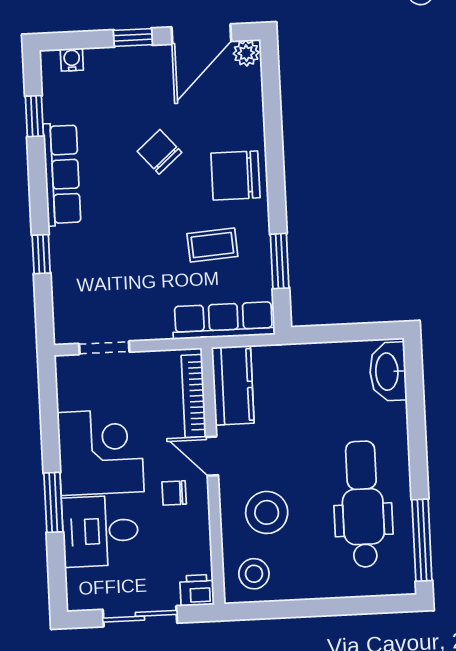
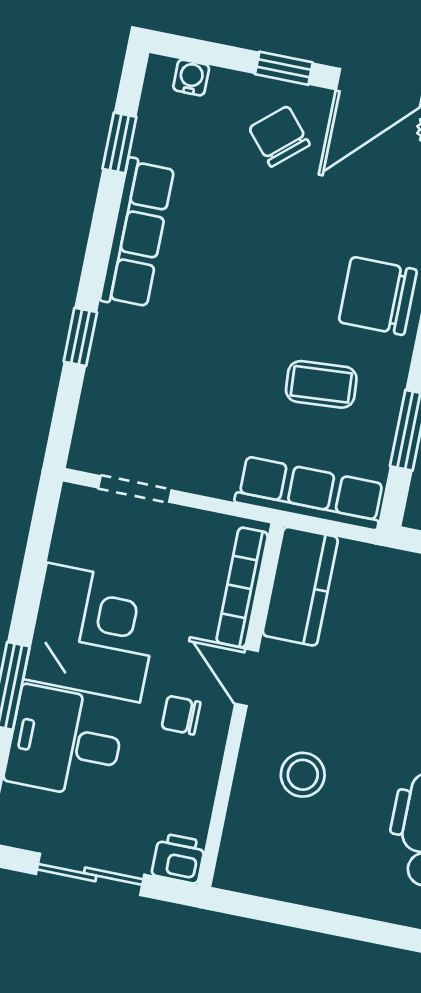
chair: (160, 152) -> (279, 136), moved
stool: (267, 512) -> (303, 775), width x0.73, depth x0.73
stool: (254, 574) -> (263, 855), removed

